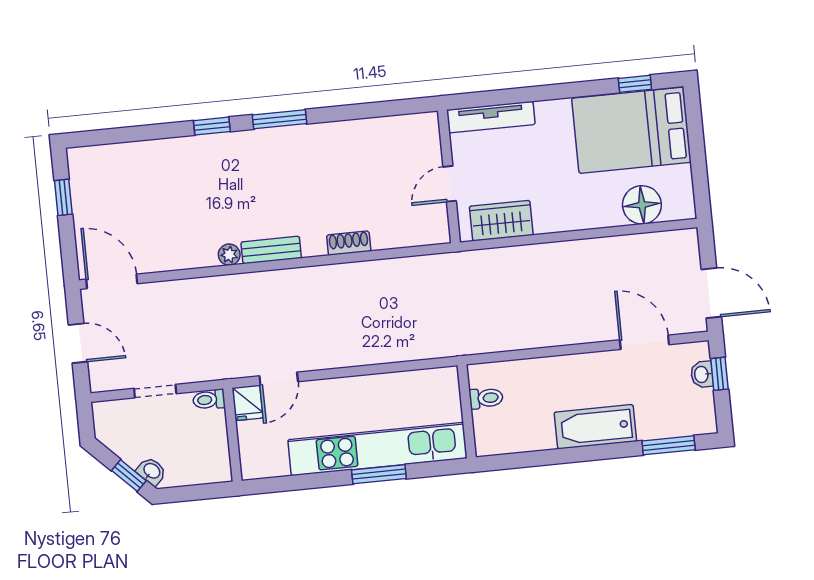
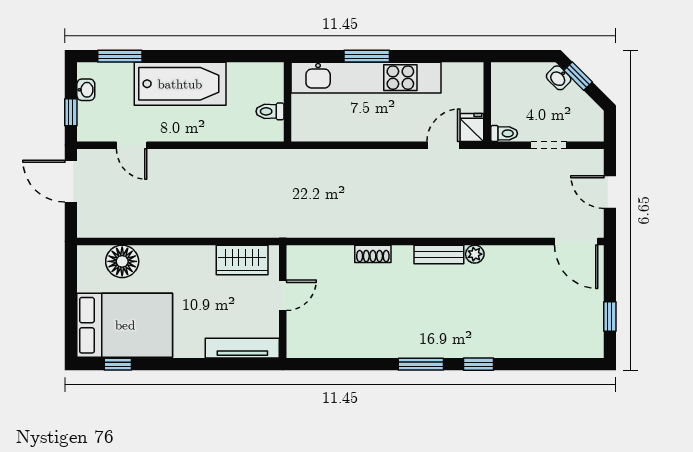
door: (644, 342) -> (132, 145), width x0.73
washbasin: (702, 374) -> (86, 90), moved
bathtub: (595, 427) -> (180, 84), width x1.36, depth x1.36

